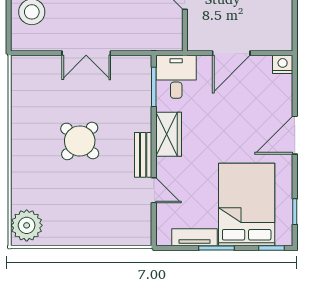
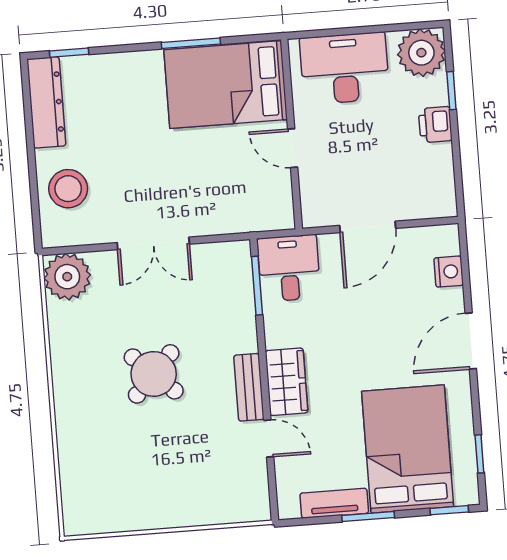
nightstand: (283, 64) -> (449, 272), moved, turned 90
wardrobe: (169, 134) -> (286, 382), moved
plant: (27, 225) -> (67, 277), moved

